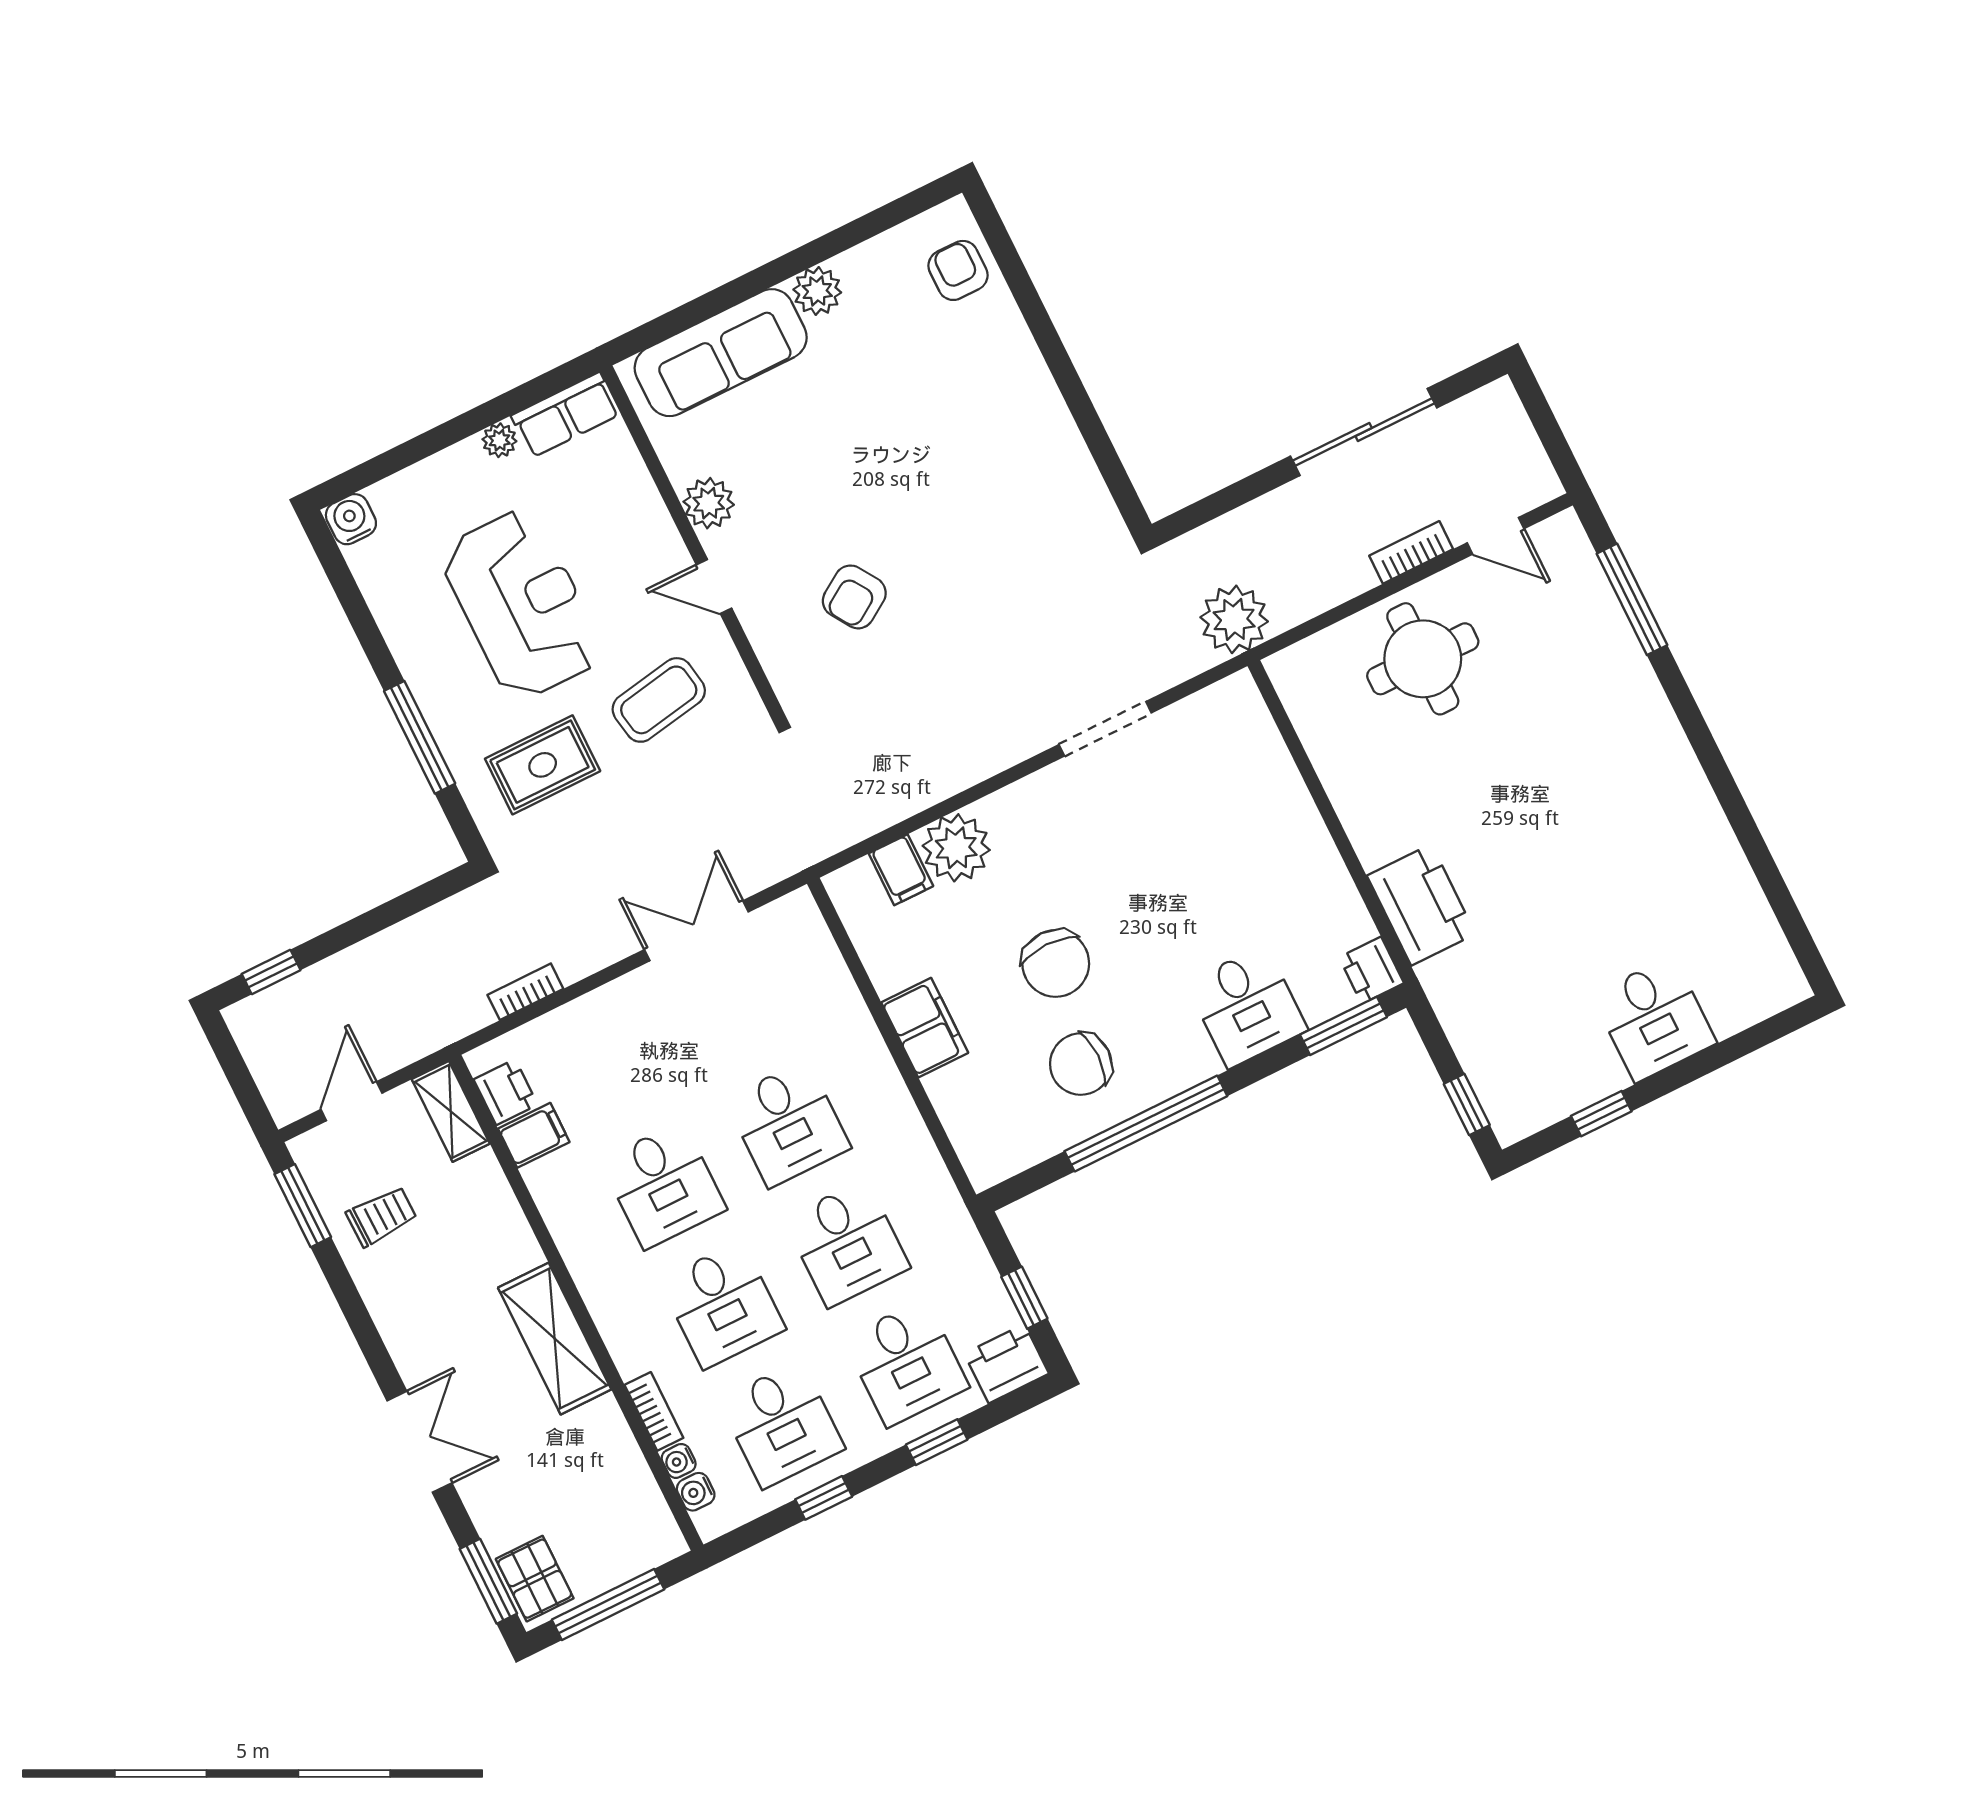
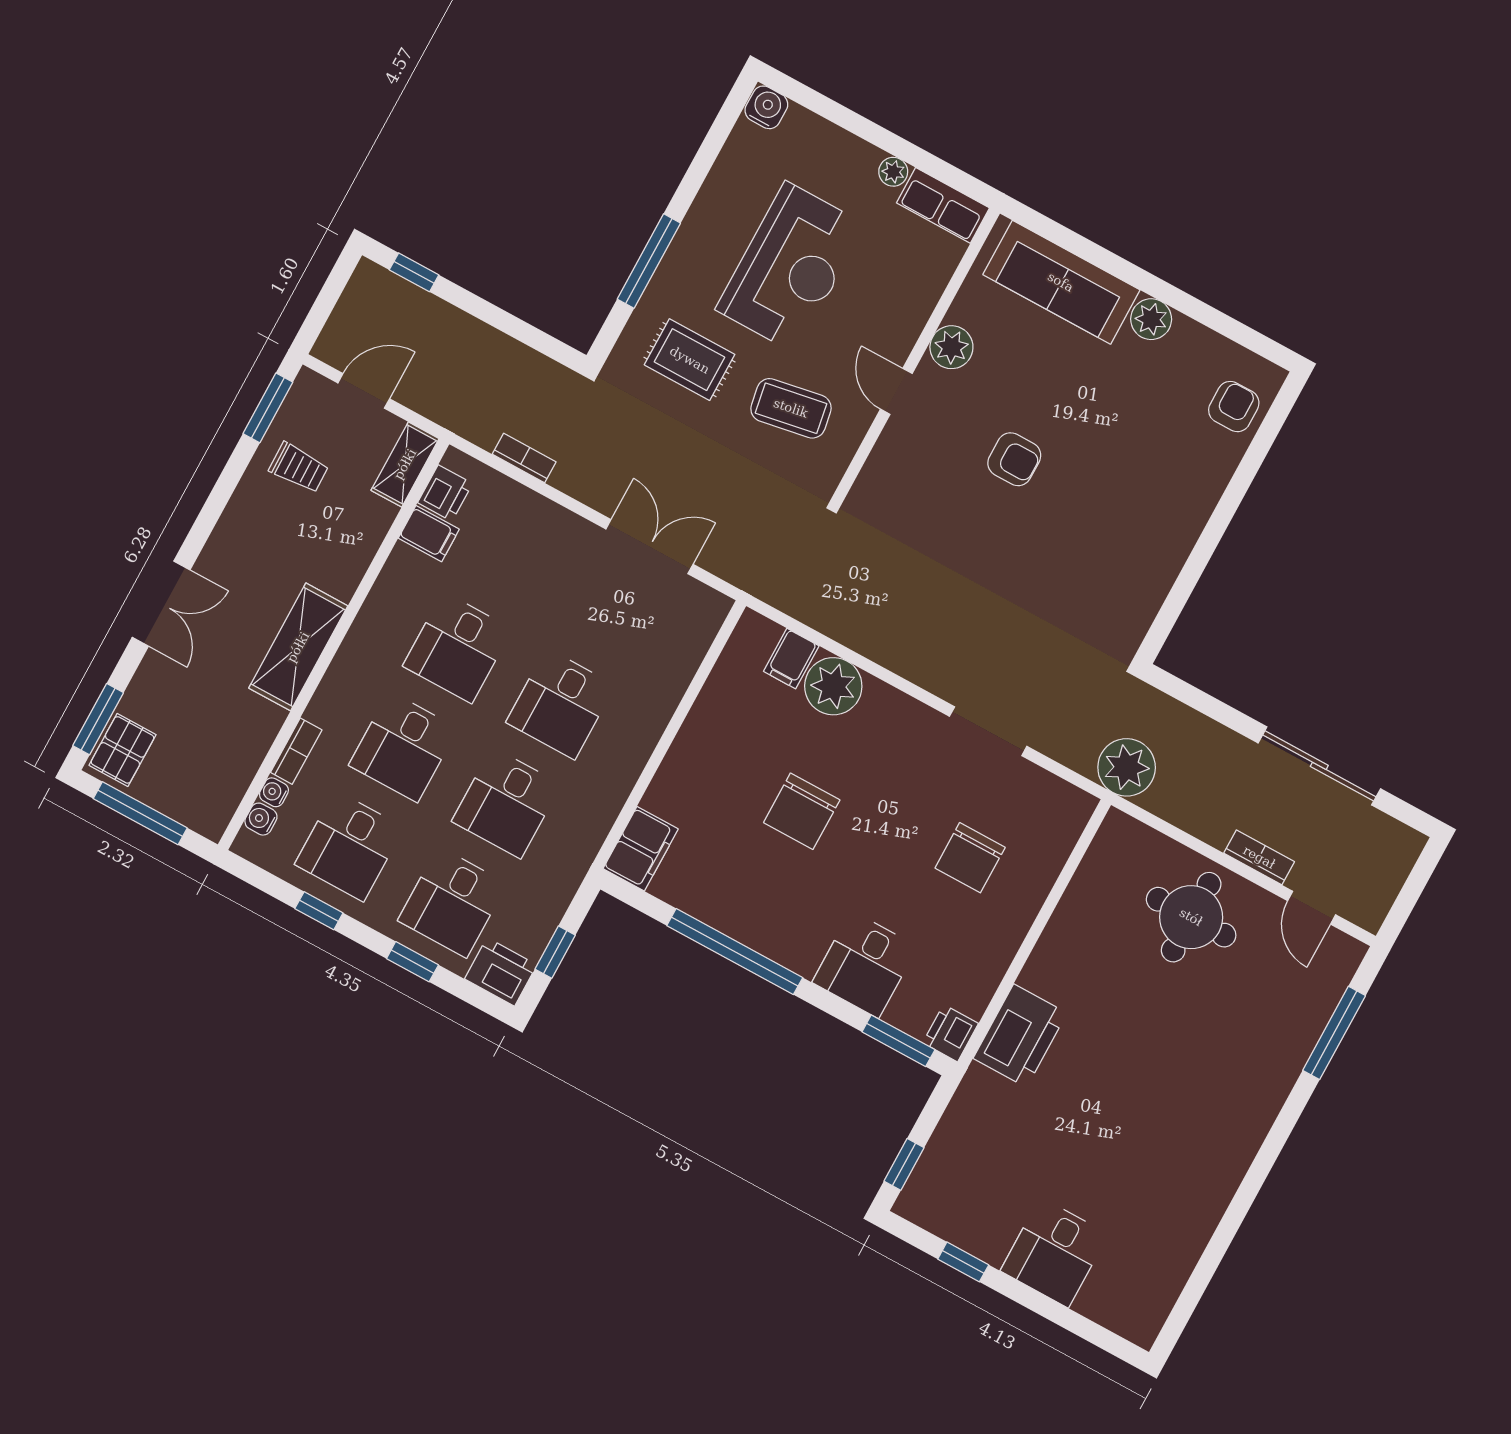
armchair: (854, 597) -> (1014, 459), moved, turned -147
filing cabinet: (925, 1028) -> (641, 849), moved
chair: (1081, 1064) -> (970, 858), moved, turned -90

